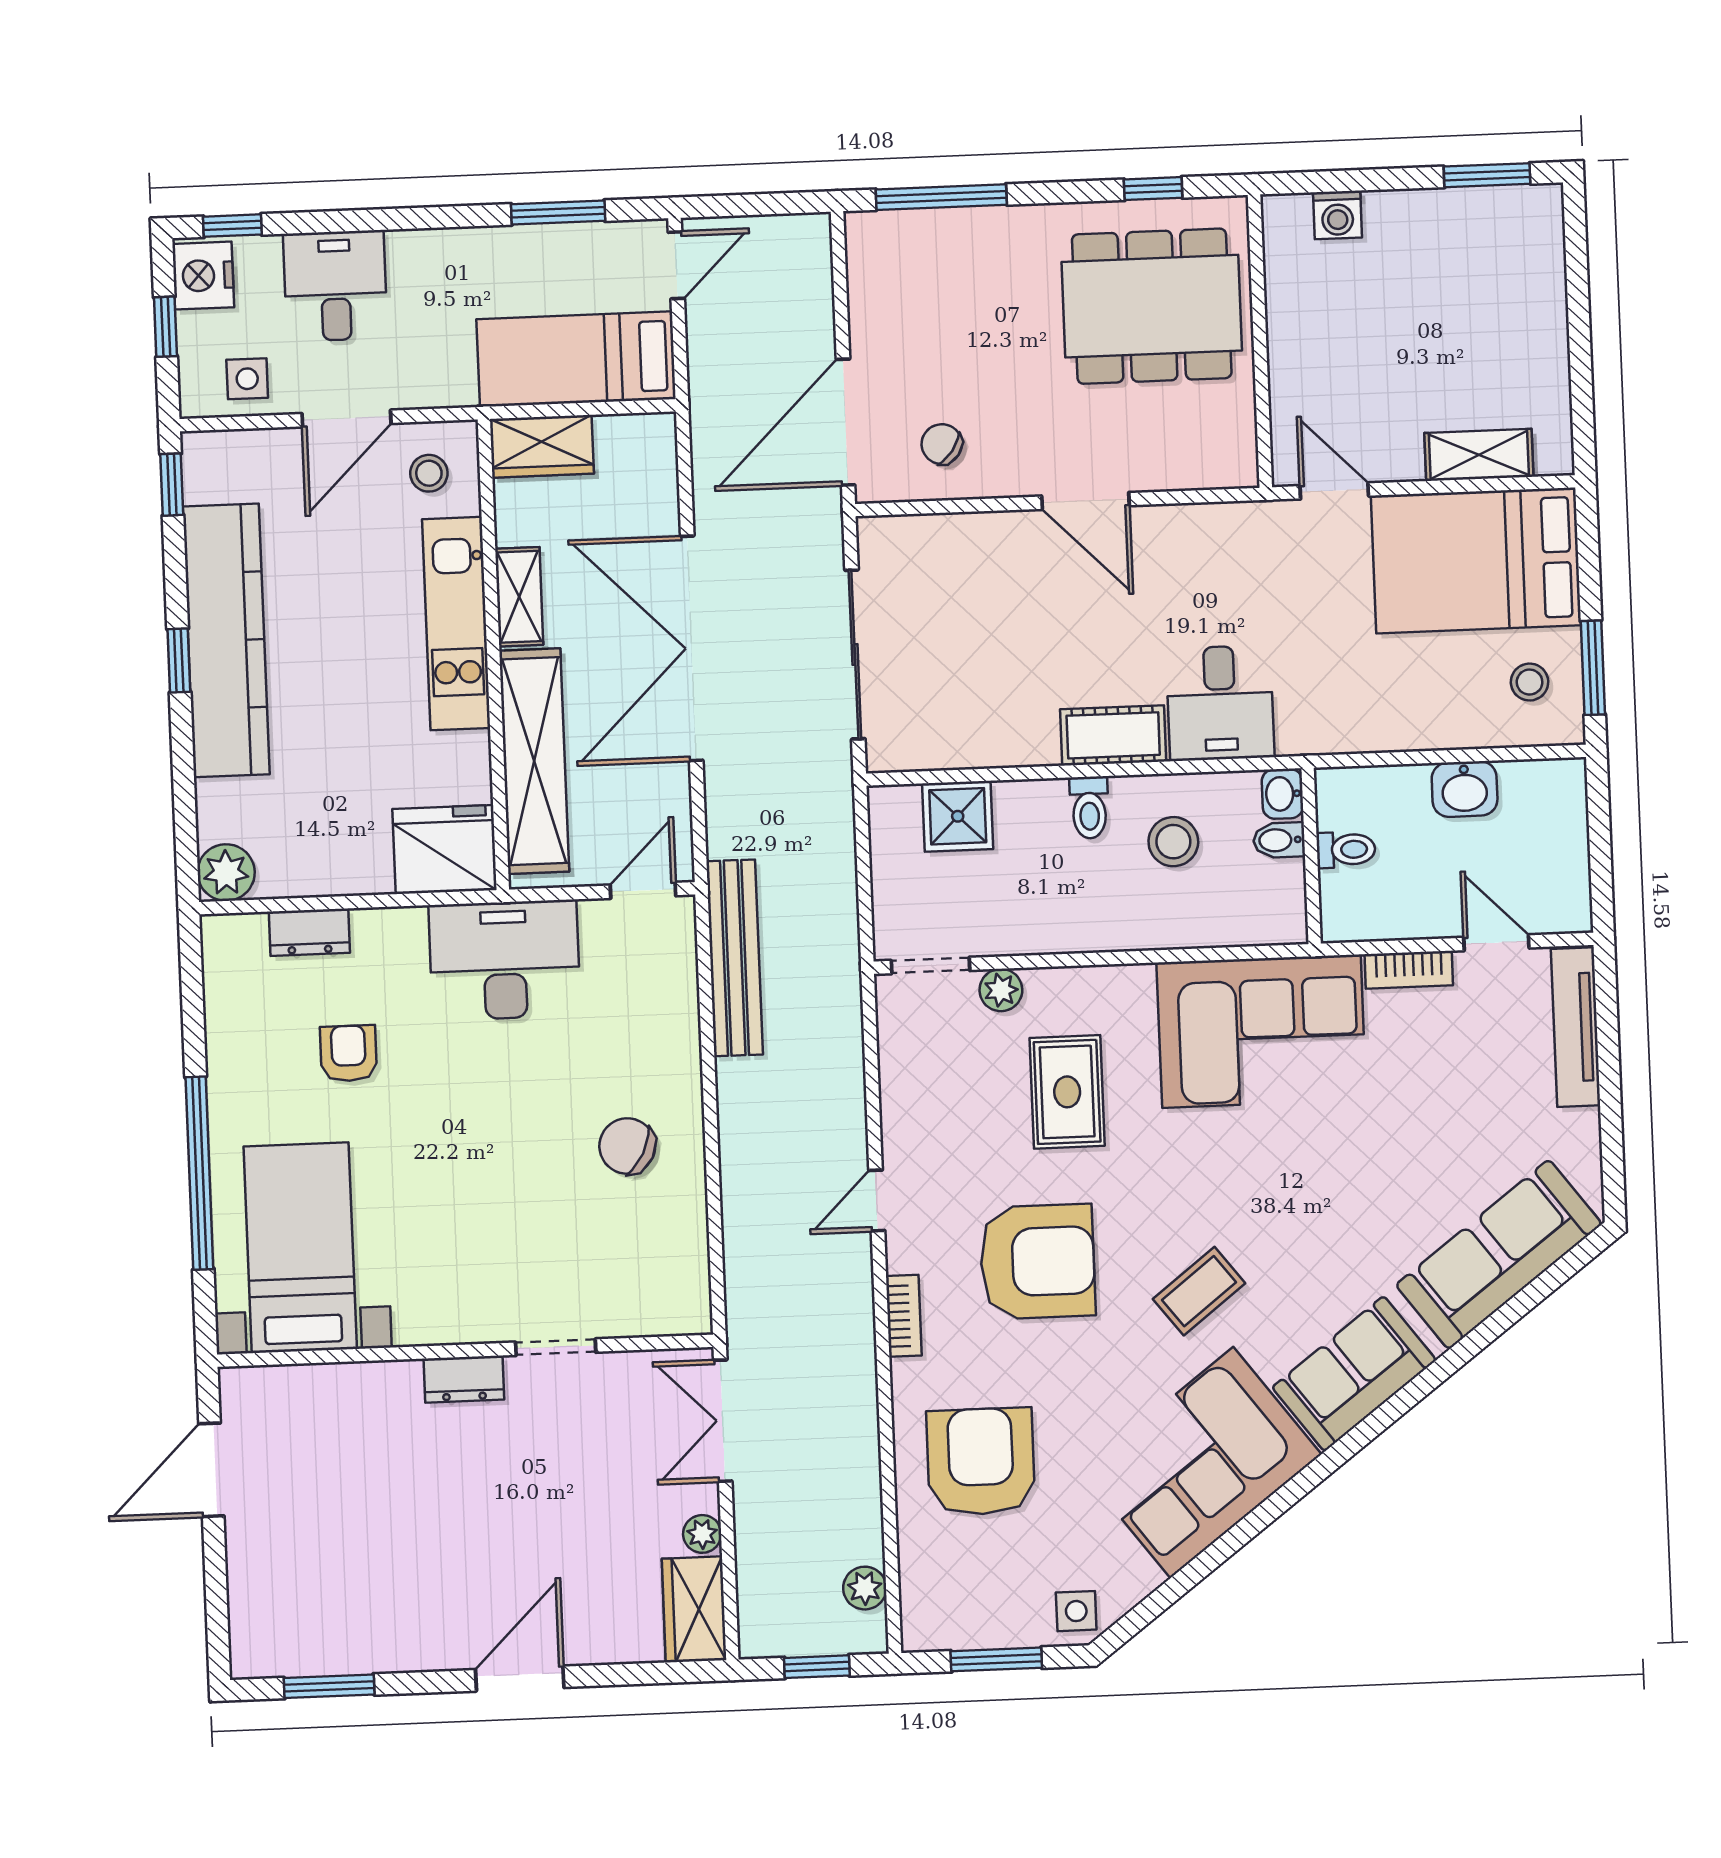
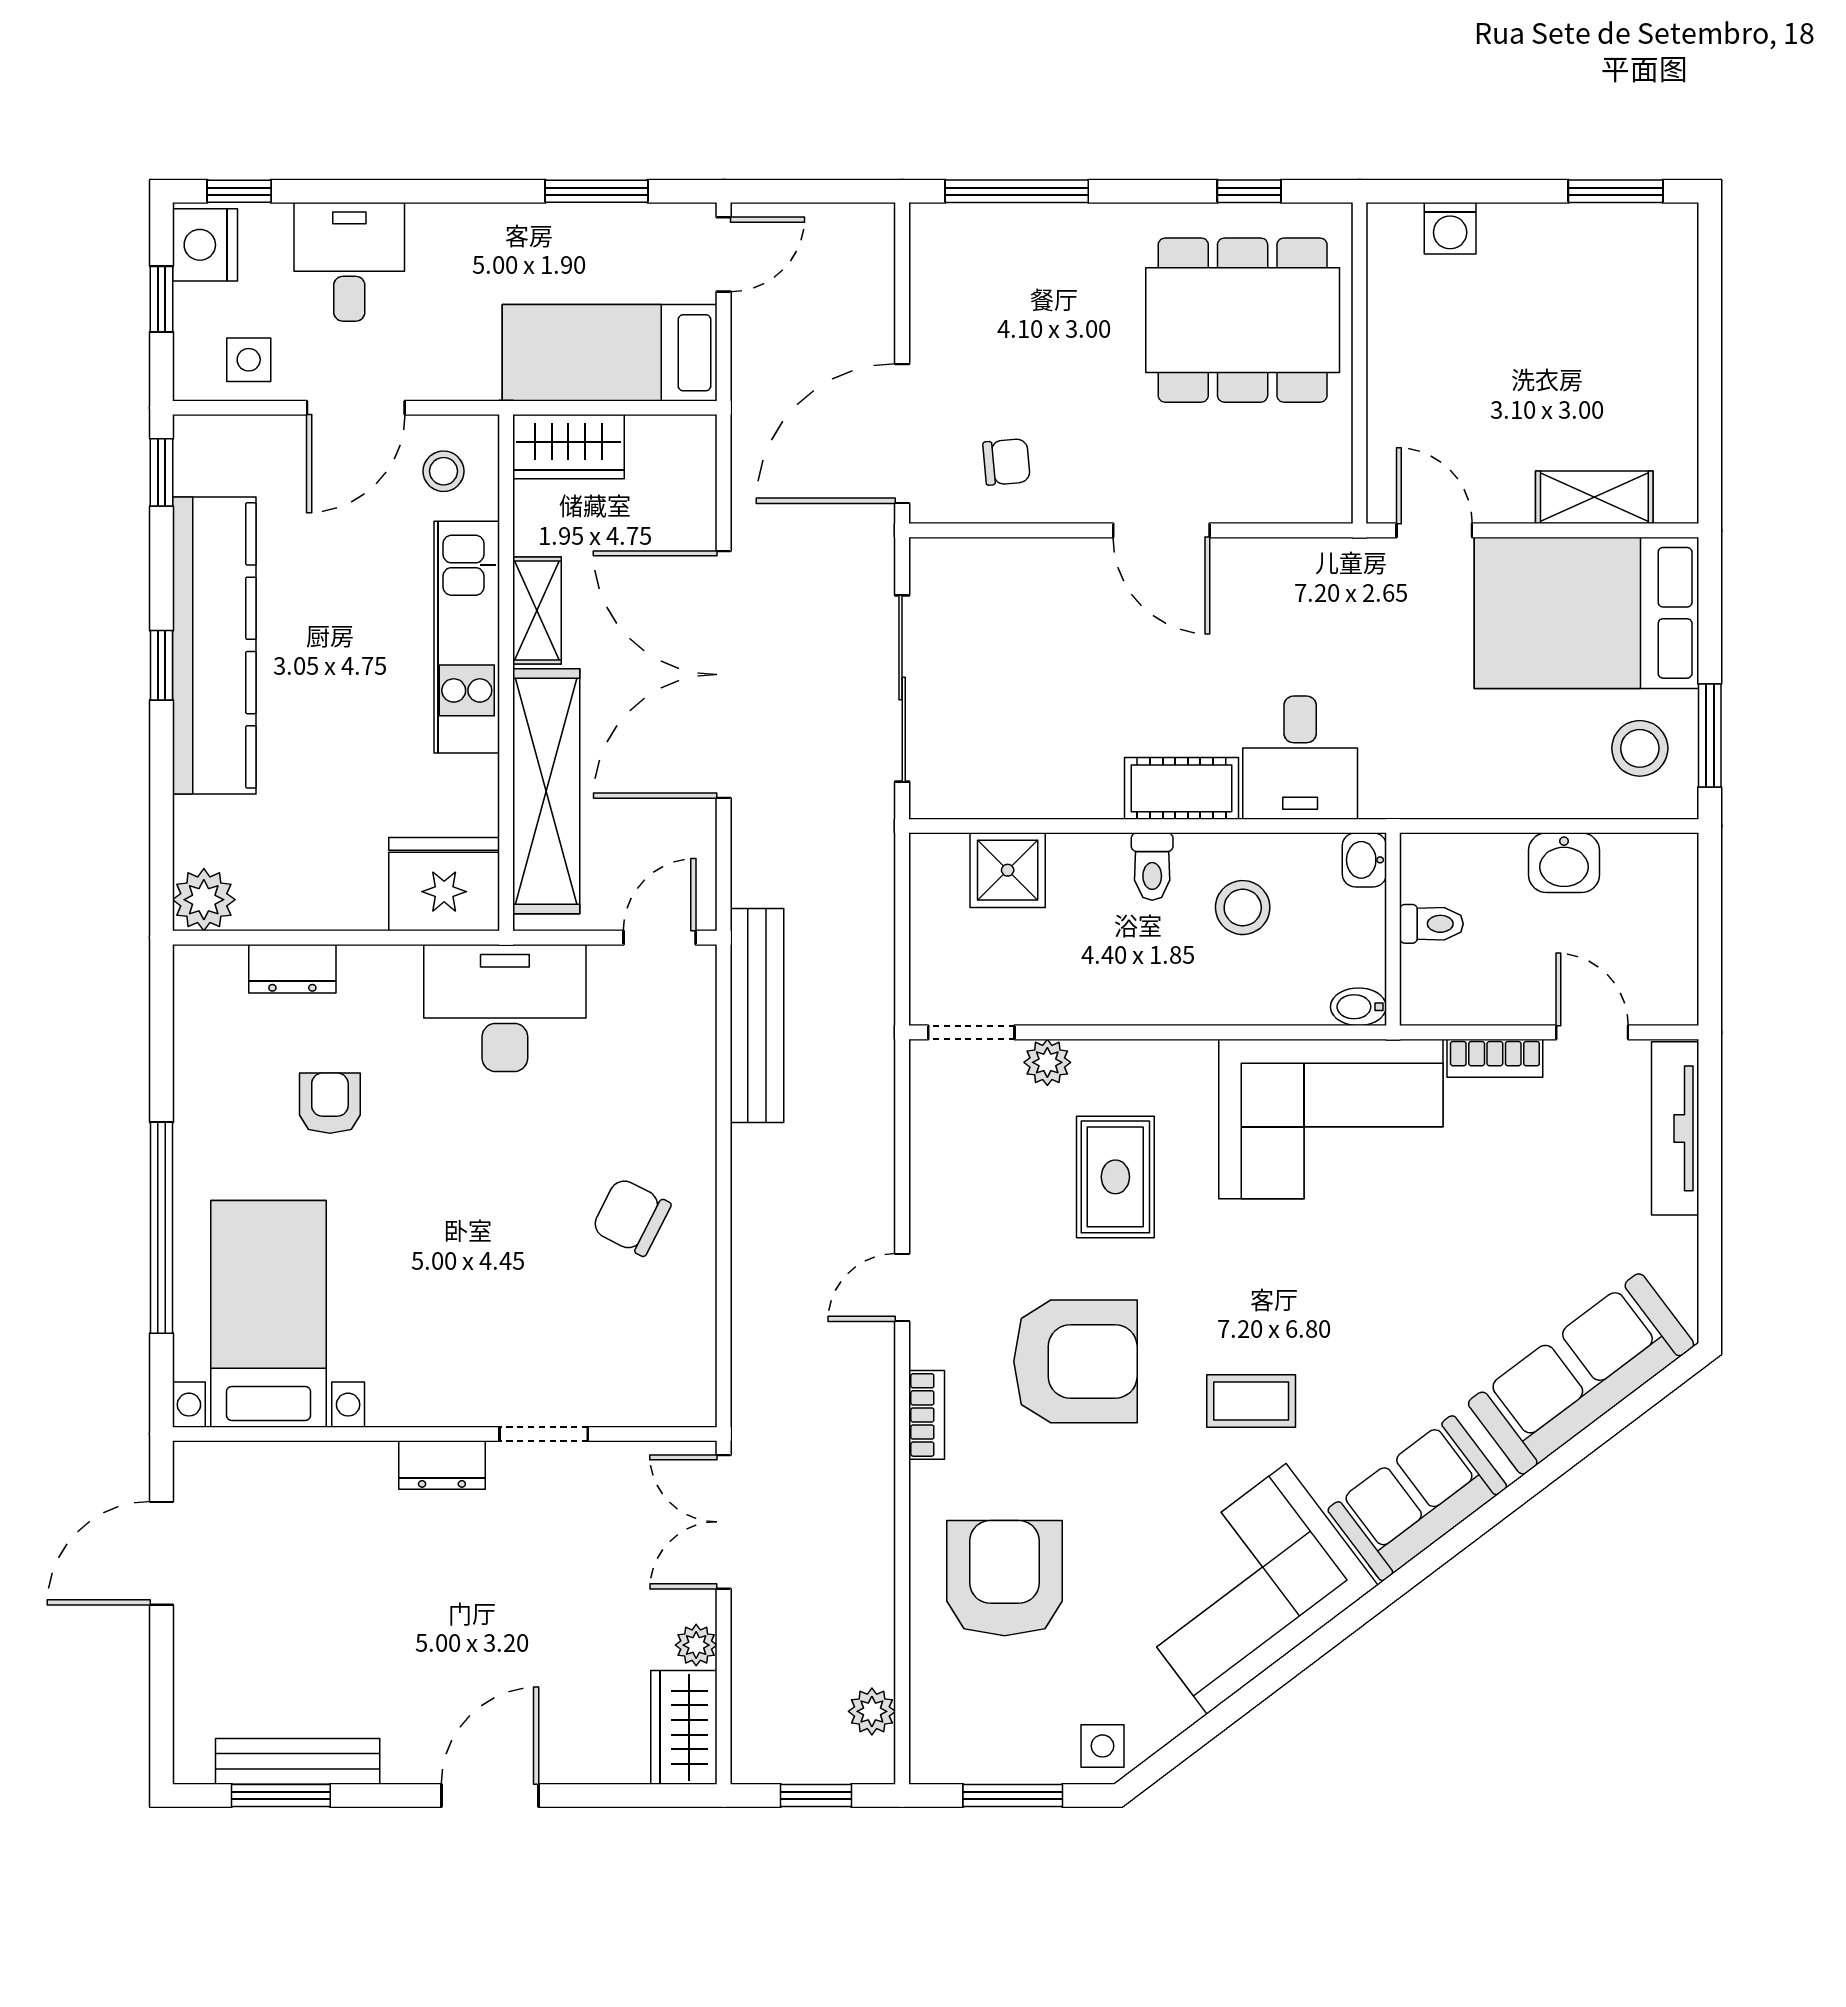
chair: (942, 444) -> (1006, 462), turned 139
stool: (1530, 682) -> (1640, 748), width x1.37, depth x1.37
bidet: (1279, 840) -> (1358, 1007), moved
coffee table: (1199, 1291) -> (1251, 1401), turned 38
bench: (343, 1655) -> (298, 1761), added

